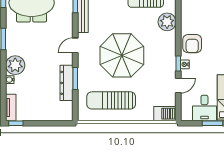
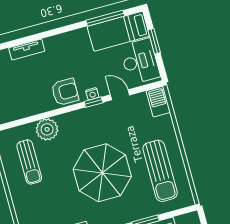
desk: (204, 108) -> (140, 61), width x1.37

